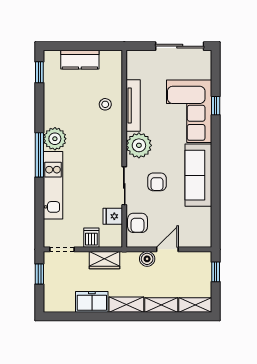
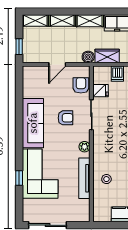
plant: (139, 145) -> (84, 147), width x0.53, depth x0.53
armchair: (157, 182) -> (66, 118), turned 90
boiler: (147, 259) -> (88, 57), moved

